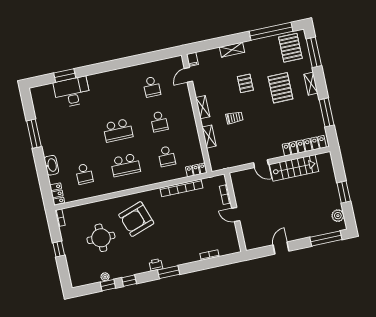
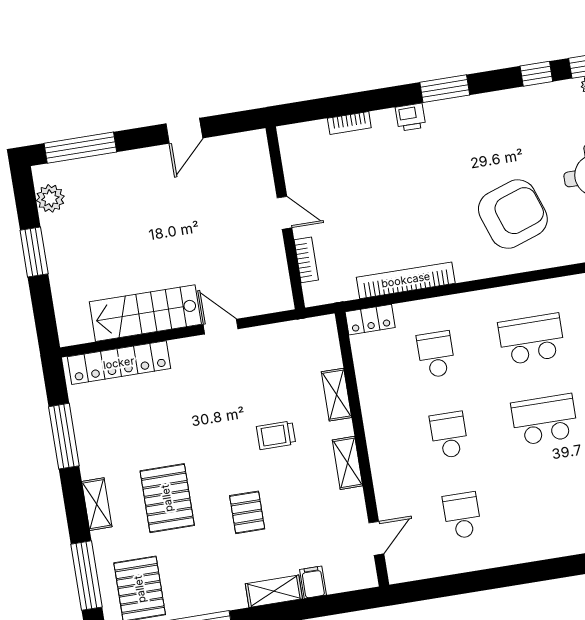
filing cabinet: (192, 59) -> (313, 582), moved
printer: (156, 265) -> (411, 117), moved

